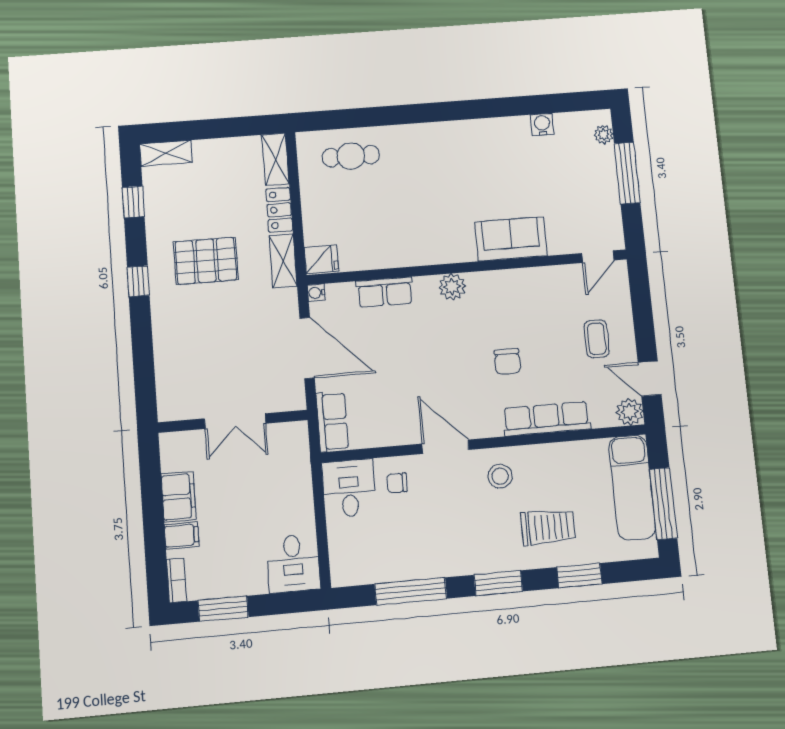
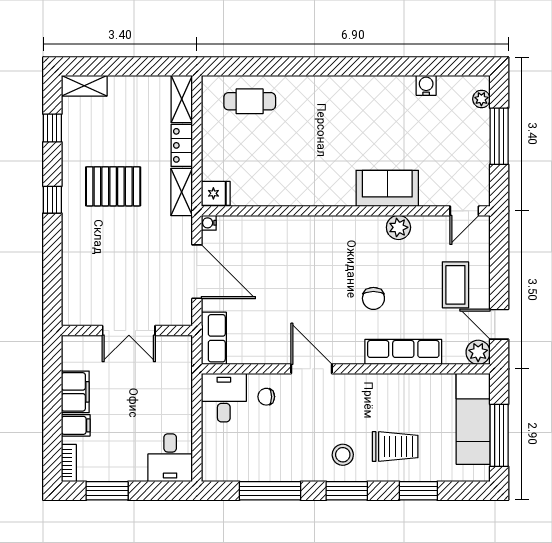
plant: (452, 287) -> (398, 227), moved
row of seats: (385, 292) -> (270, 227), removed
coffee table: (597, 339) -> (455, 285), width x1.36, depth x1.30
stool: (500, 476) -> (343, 455), moved

